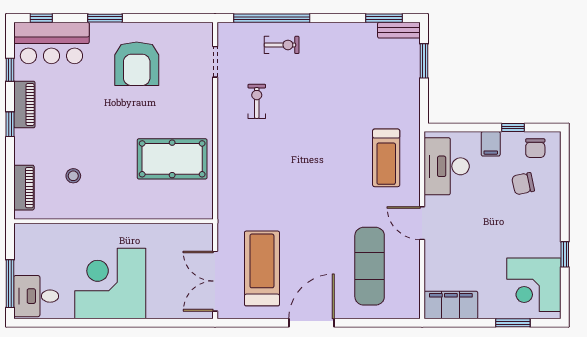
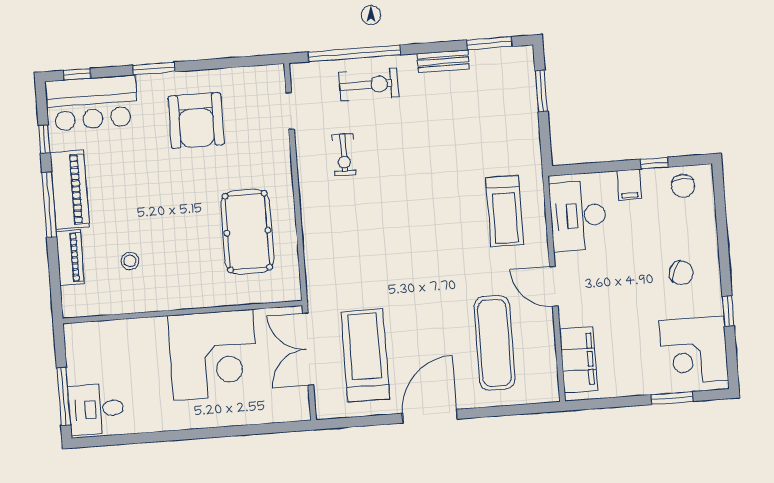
bench: (399, 30) -> (443, 61), moved
exercise bike: (282, 45) -> (369, 85), width x1.38, depth x1.39
exercise bike: (257, 101) -> (344, 155), turned 180
piano: (24, 105) -> (70, 190), width x1.37, depth x1.33
window: (10, 124) -> (49, 205), width x2.17
pool table: (172, 159) -> (247, 232), turned 90
chair: (523, 184) -> (681, 273), moved, turned -145
piano: (24, 188) -> (70, 258), moved
double door: (215, 281) -> (308, 349), moved
corner desk: (110, 284) -> (213, 355), moved, turned 180
filing cabinet: (451, 305) -> (578, 360), moved, turned 90

